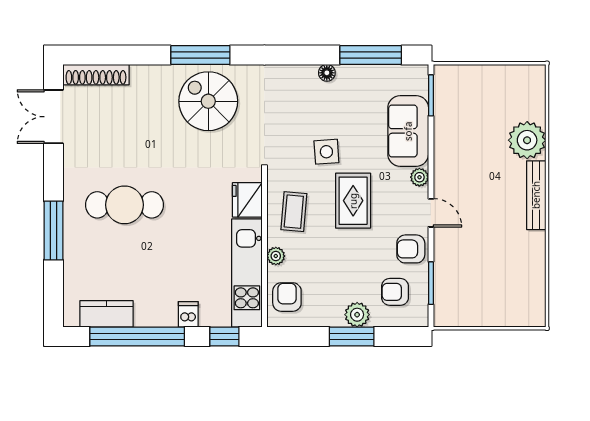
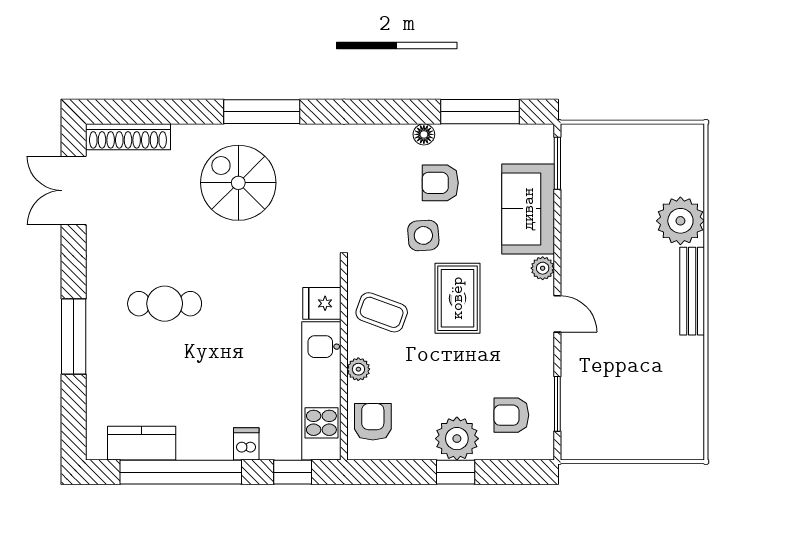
spiral stairs: (208, 101) -> (238, 183), moved
fridge: (247, 200) -> (322, 303), width x0.72
cafe table: (125, 205) -> (165, 304), width x0.73, depth x0.74
coffee table: (294, 212) -> (382, 312), turned -75
armchair: (411, 249) -> (440, 183), moved
plant: (357, 315) -> (457, 439), width x1.36, depth x1.36
window: (352, 336) -> (456, 472), width x0.67

